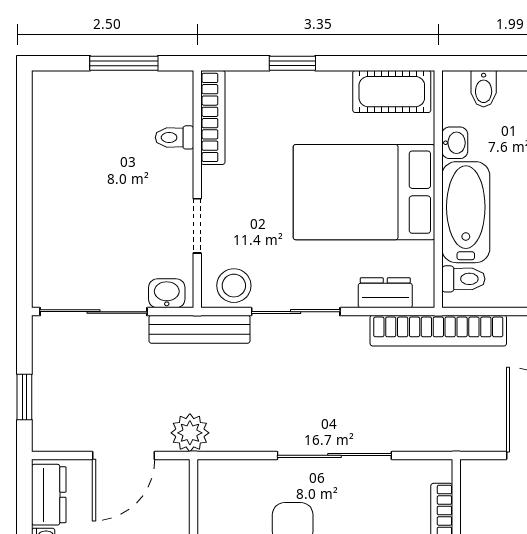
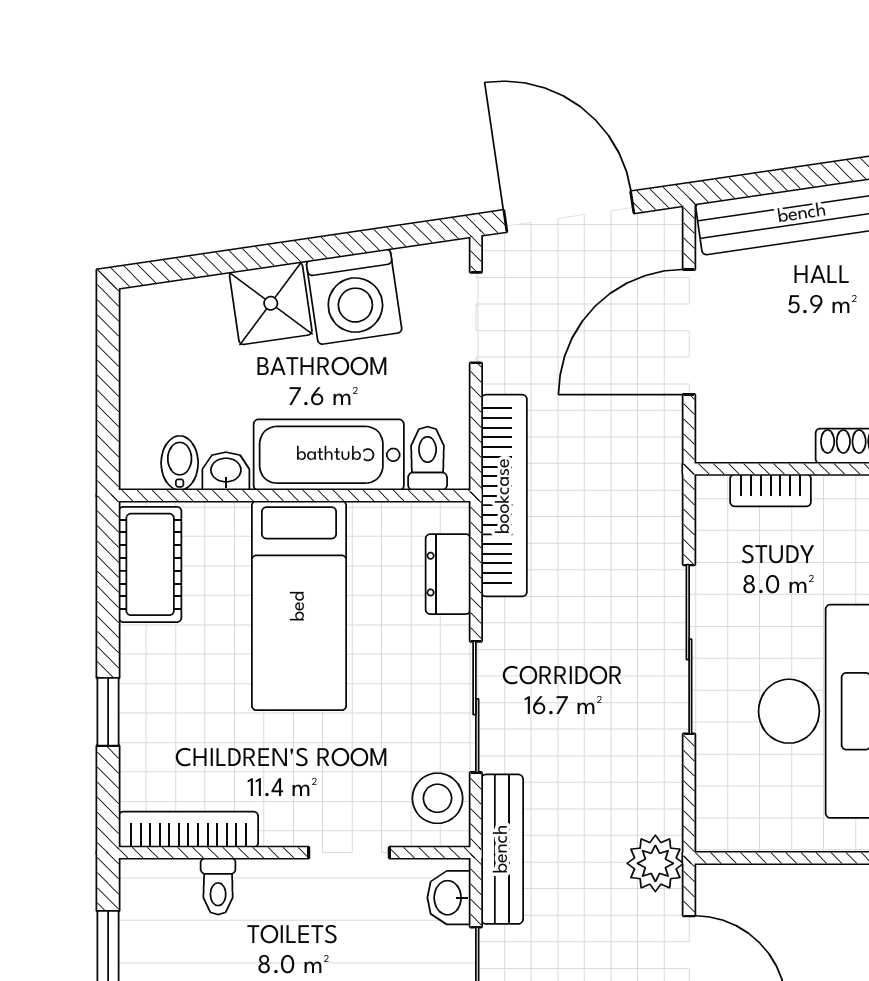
bidet: (484, 89) -> (180, 463), moved, turned -90
bed: (364, 192) -> (299, 606), width x0.67

